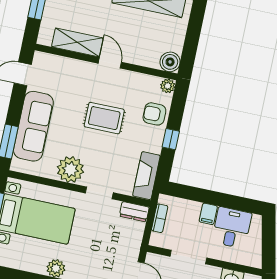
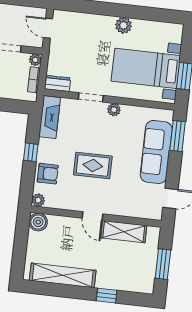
plant: (70, 169) -> (114, 110), width x0.53, depth x0.53
plant: (156, 240) -> (35, 60), added

